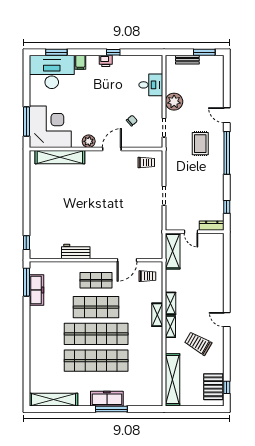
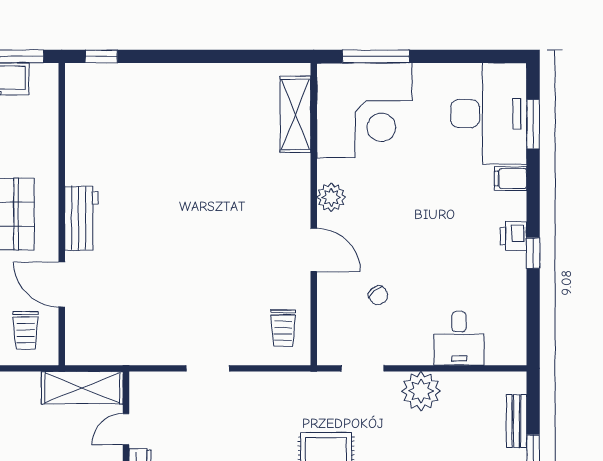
shelving: (60, 157) -> (295, 114), width x0.68
workbench: (76, 251) -> (81, 218), moved

